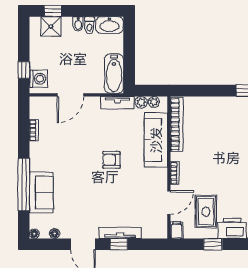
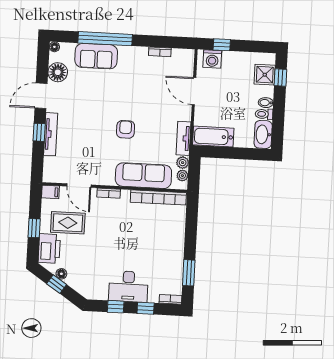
floor lamp: (55, 234) -> (58, 72), width x1.89, depth x1.89

